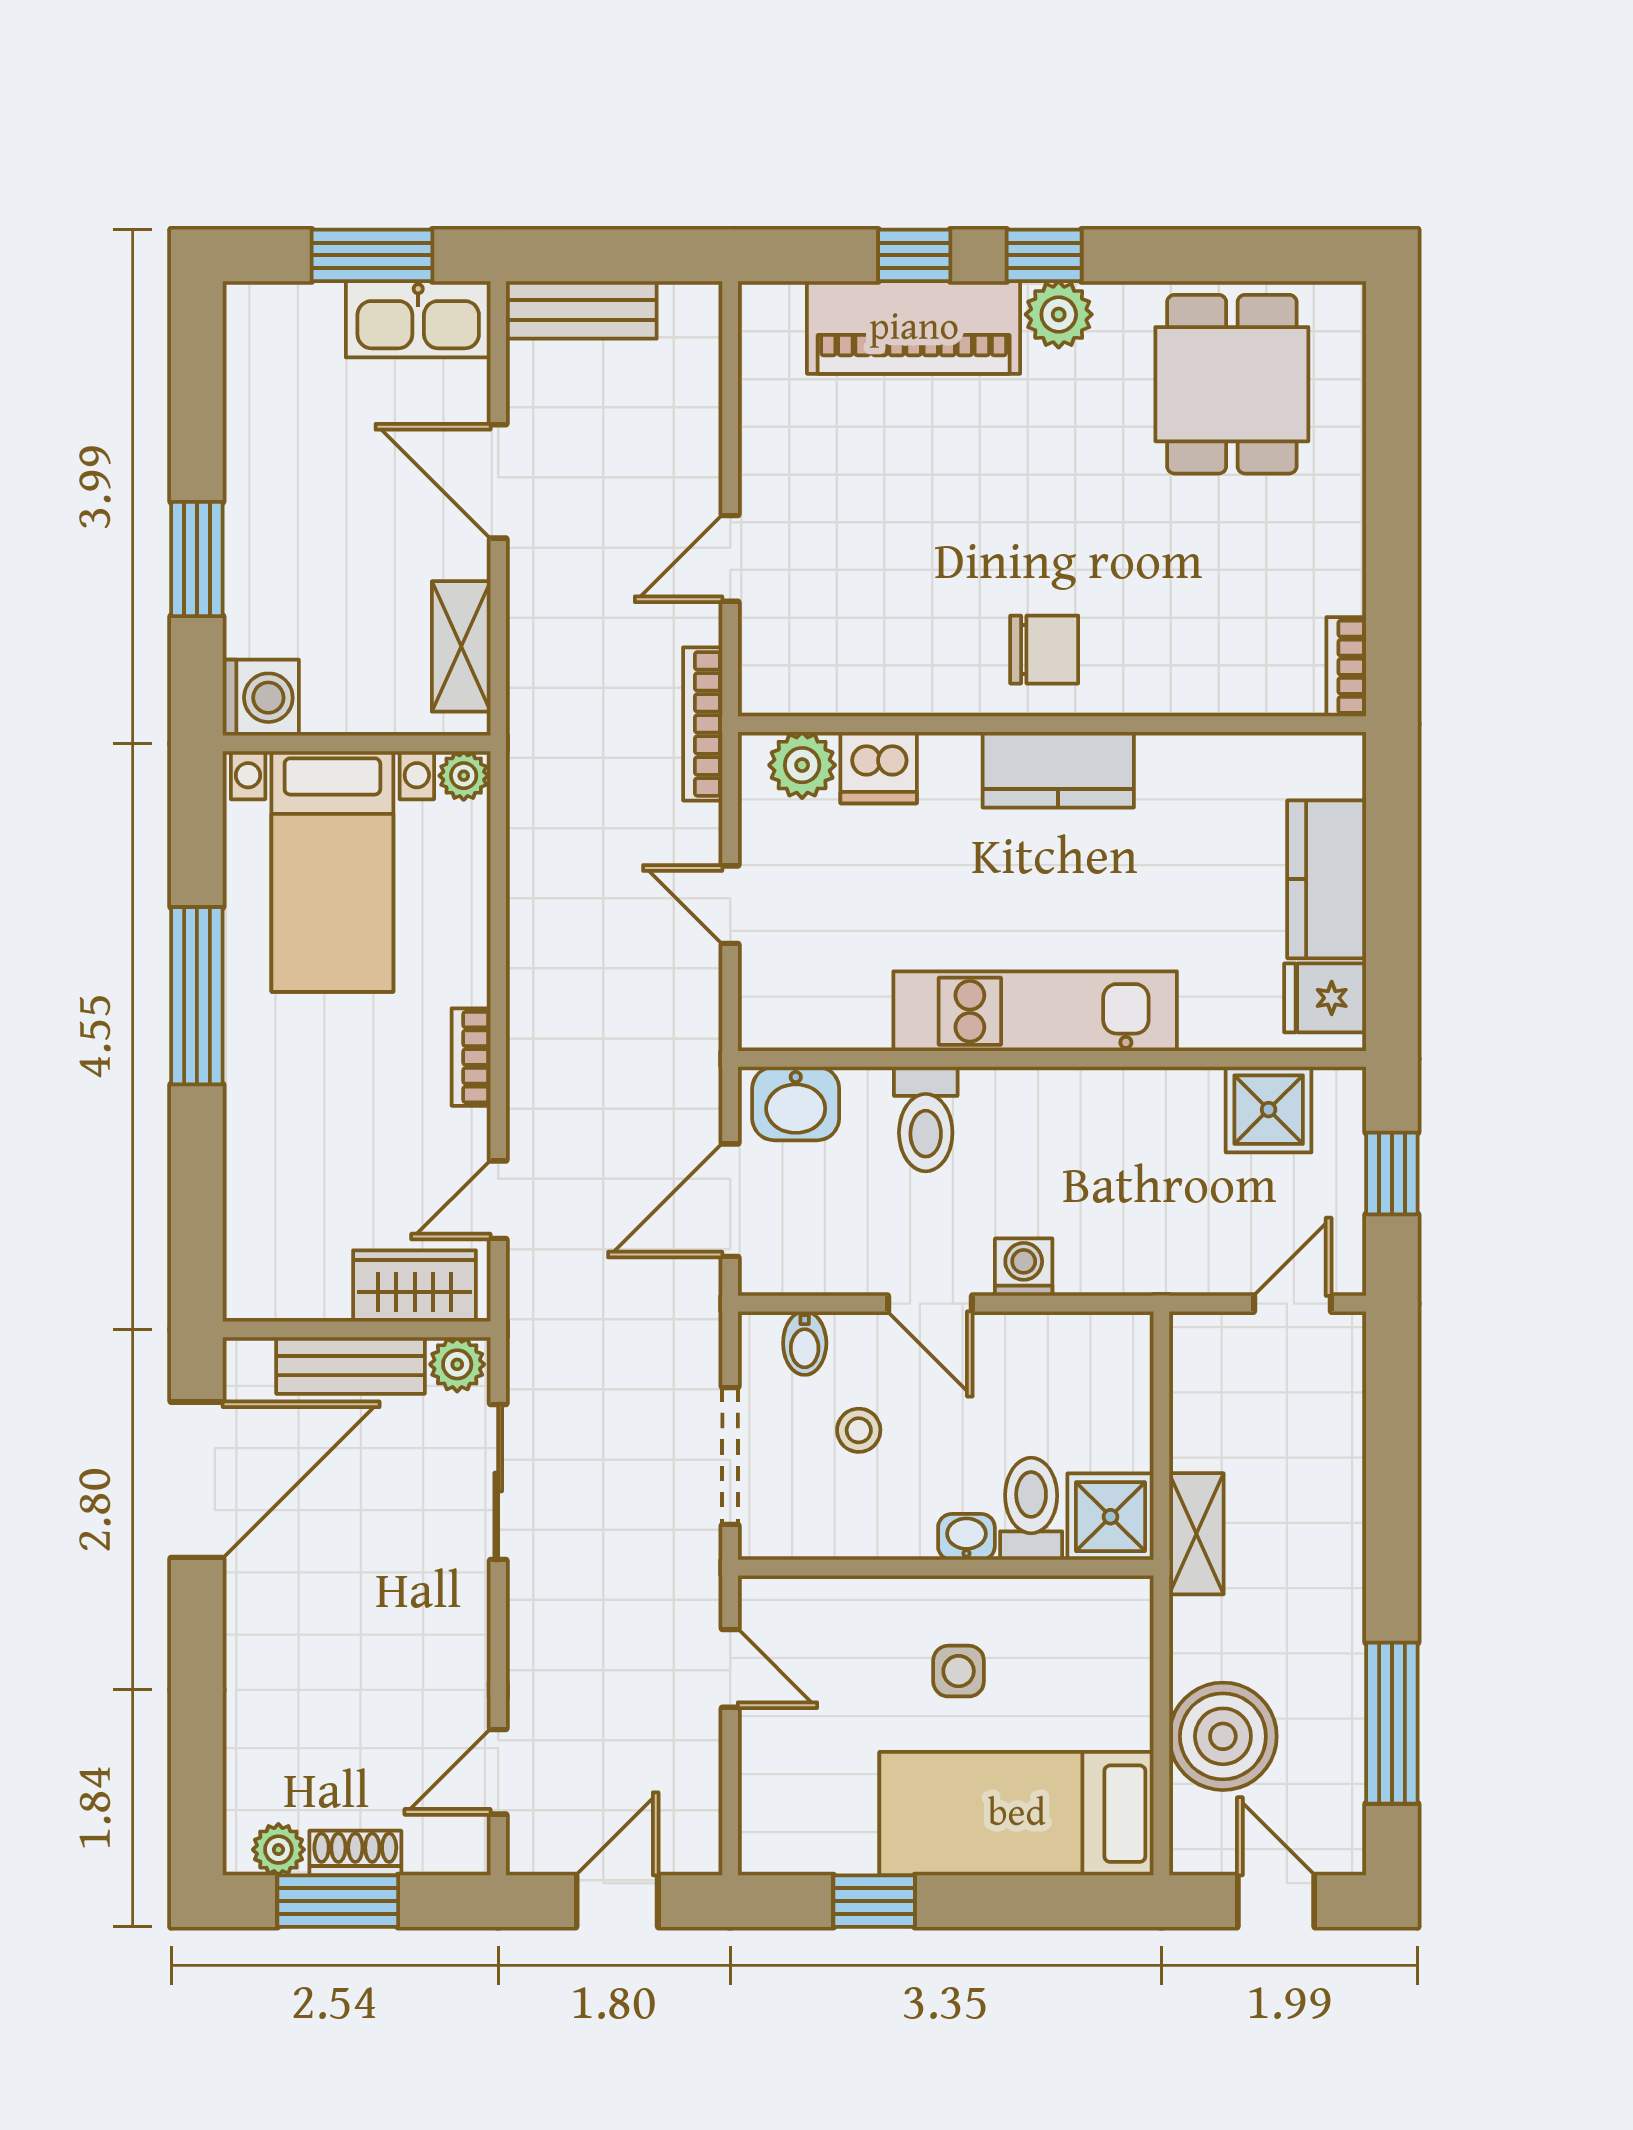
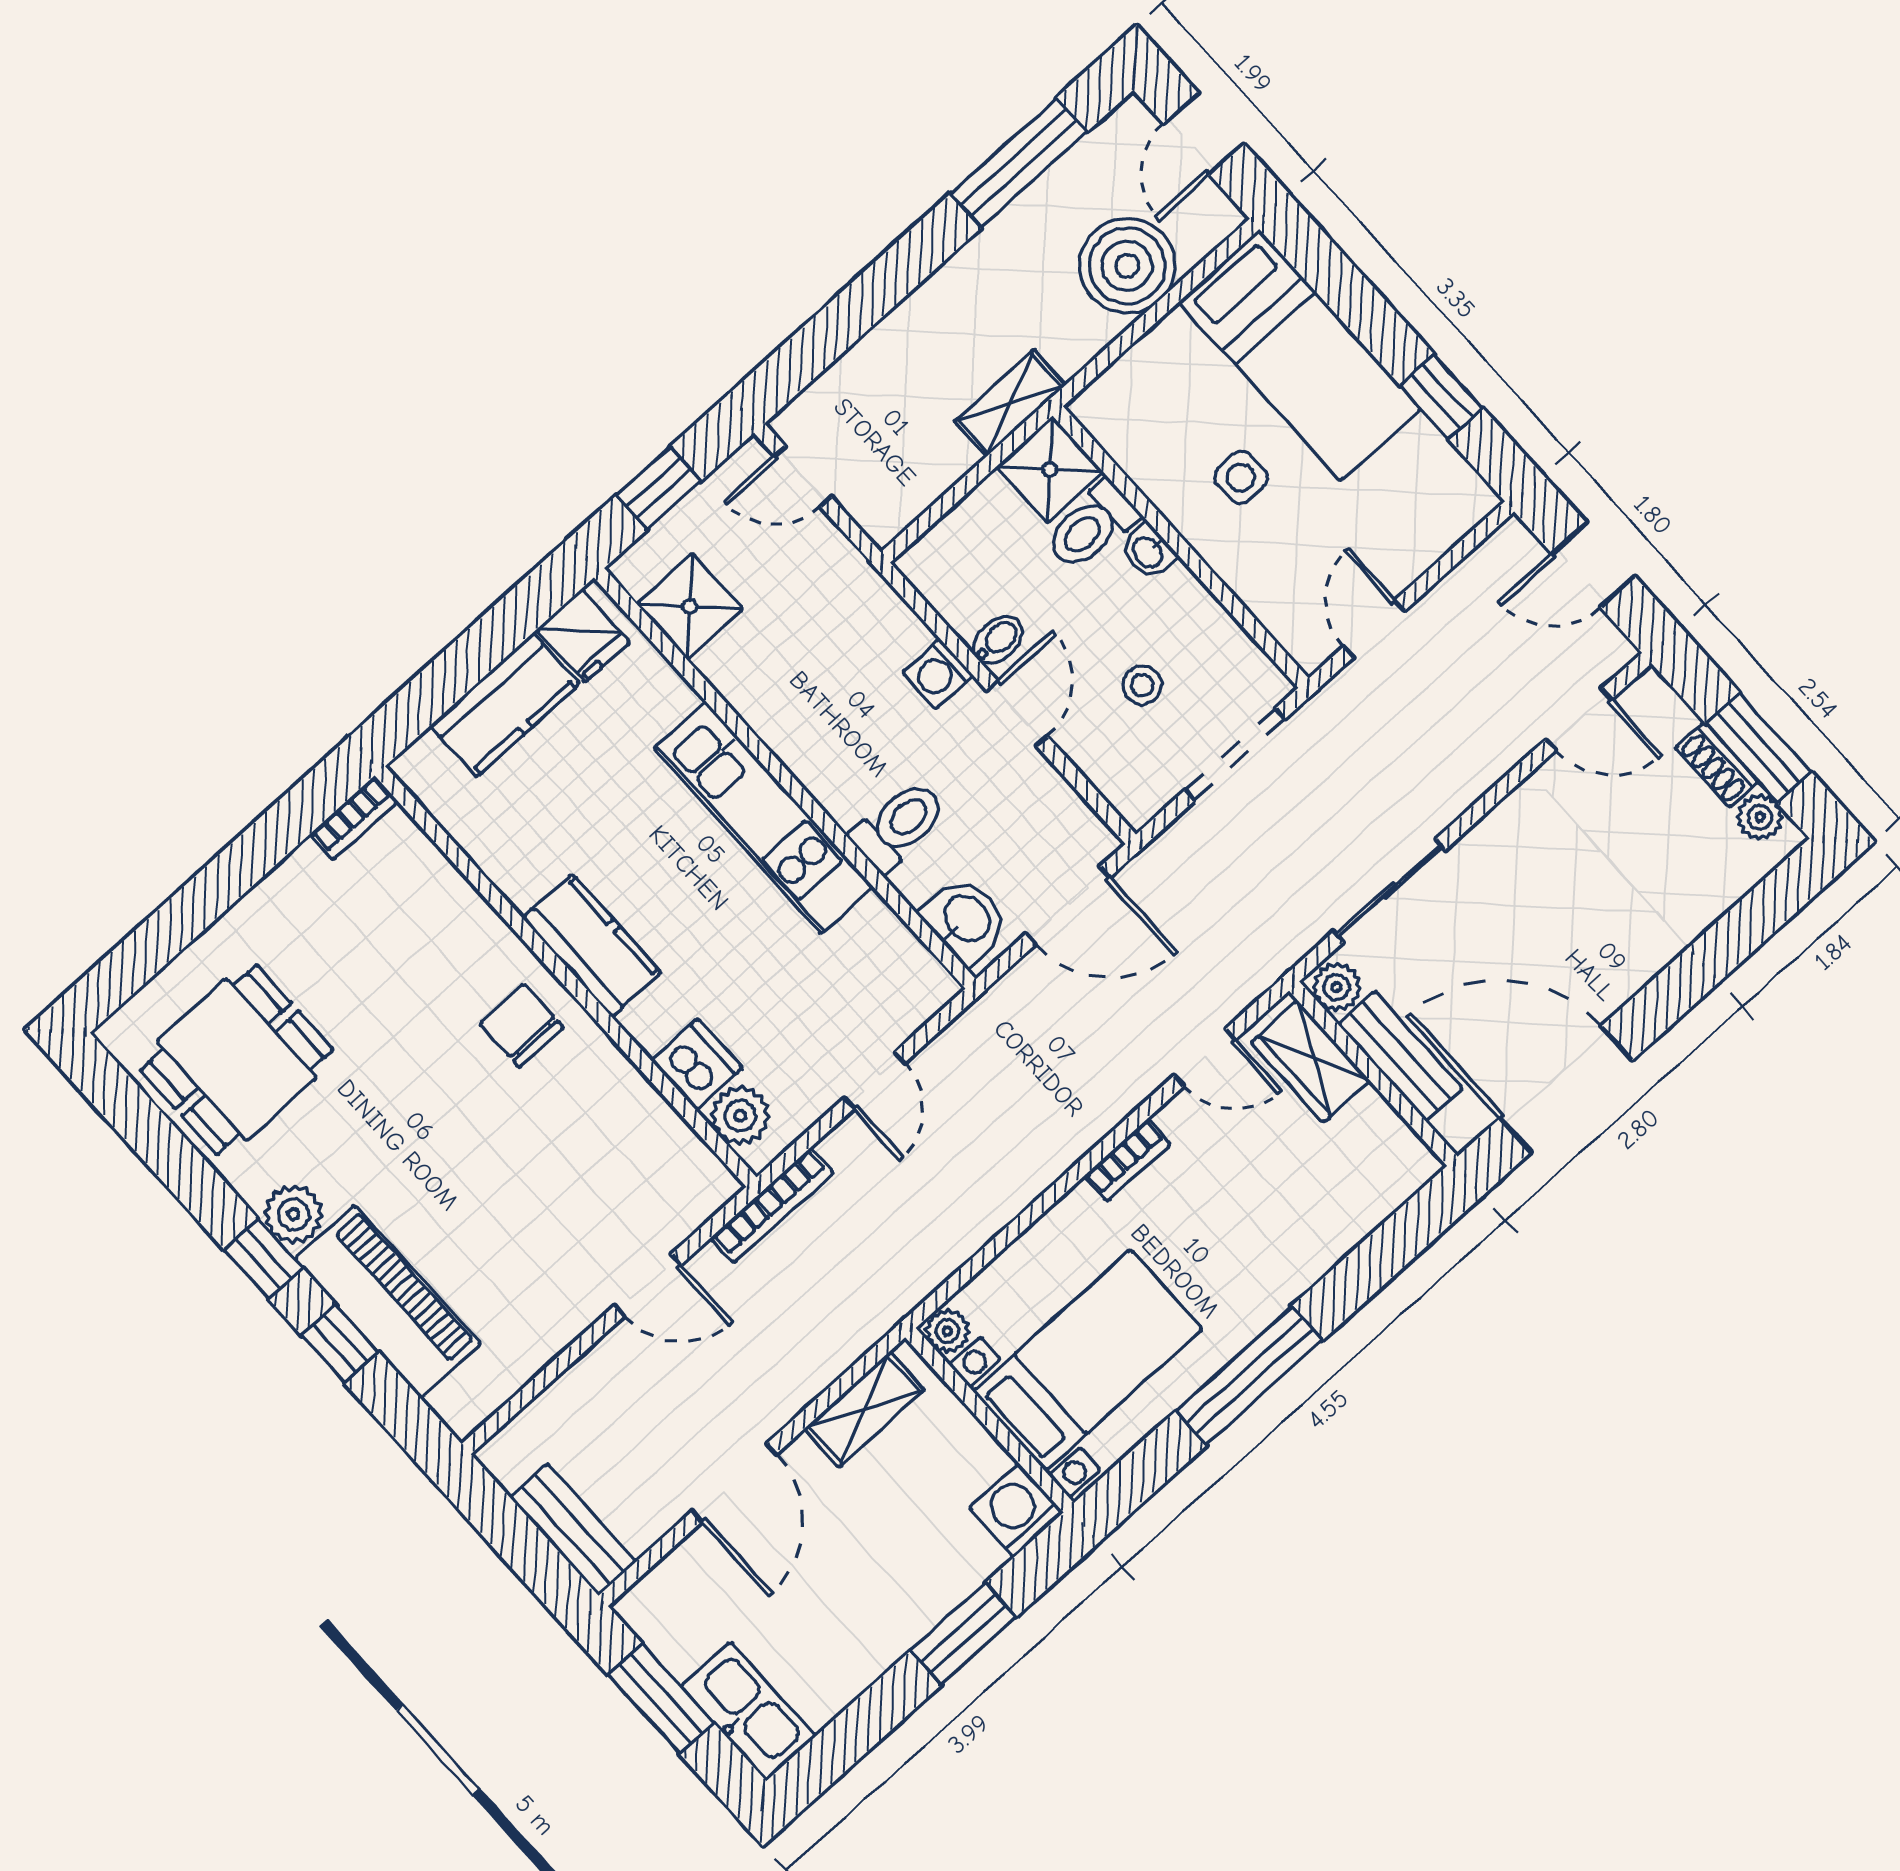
kitchen sink: (418, 319) -> (748, 1711), moved
bidet: (805, 1343) -> (998, 640), moved

